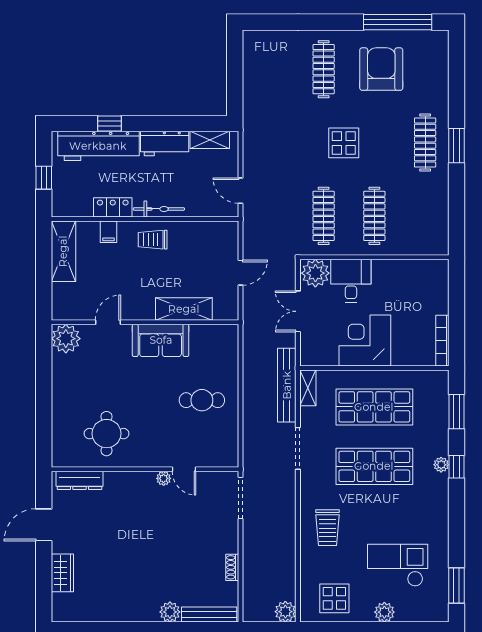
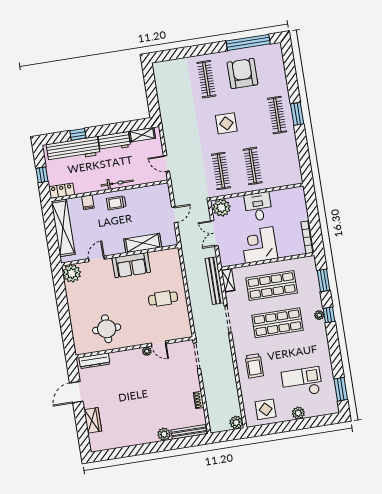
locker: (113, 207) -> (62, 191), moved
shelving: (63, 251) -> (63, 228), width x1.47
desk: (351, 281) -> (258, 207), moved

